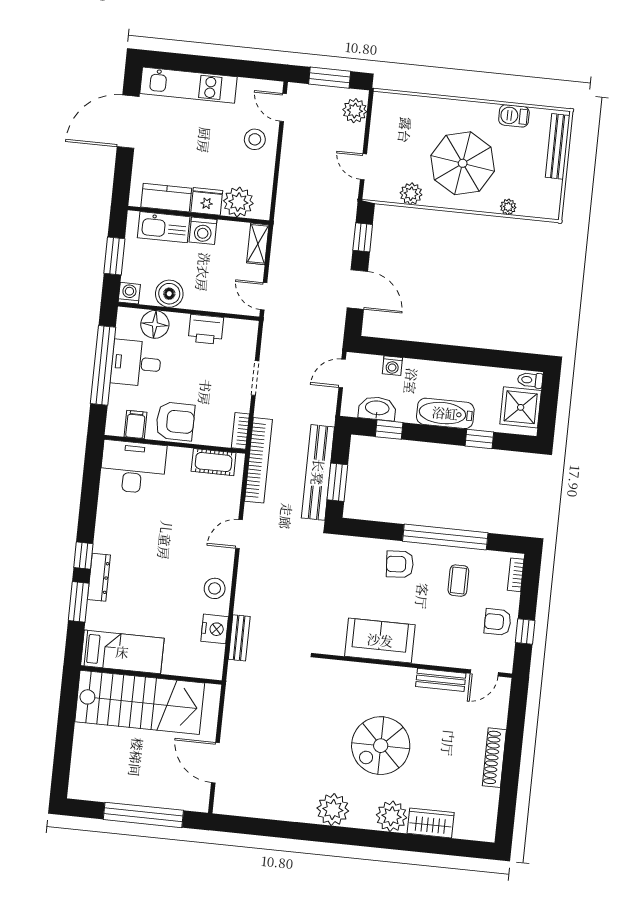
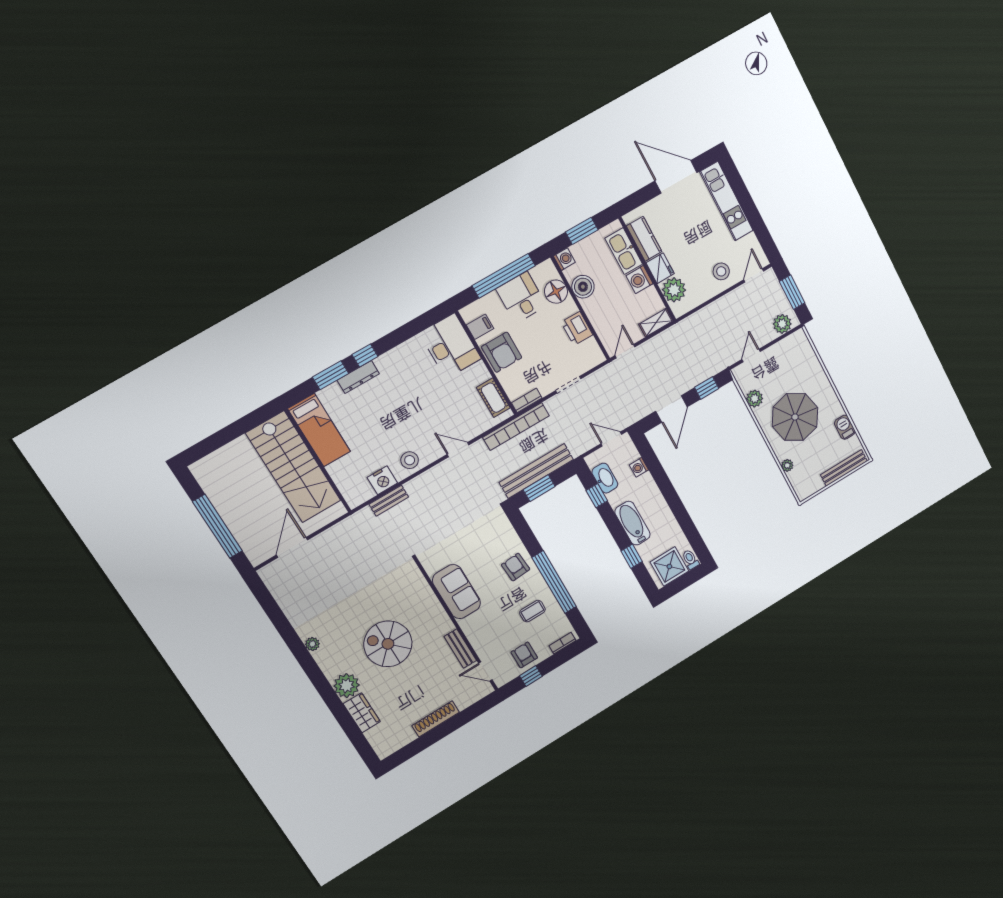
plant: (333, 810) -> (312, 644), width x0.53, depth x0.53

